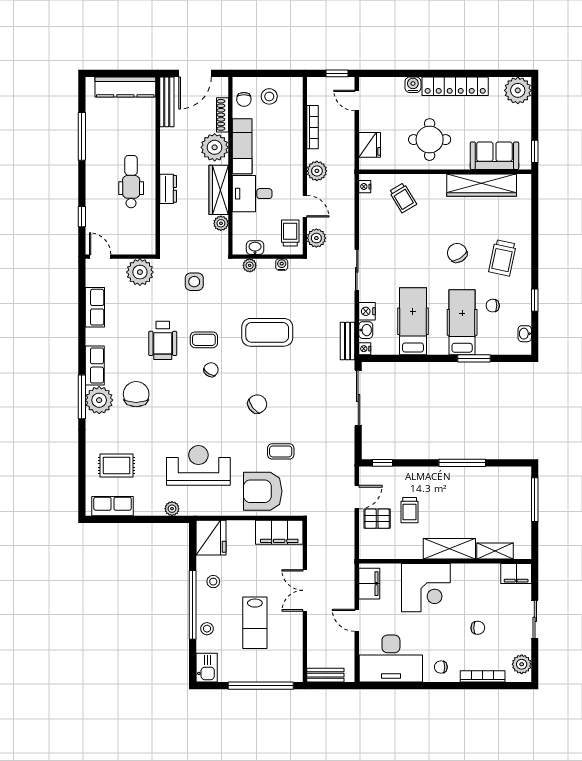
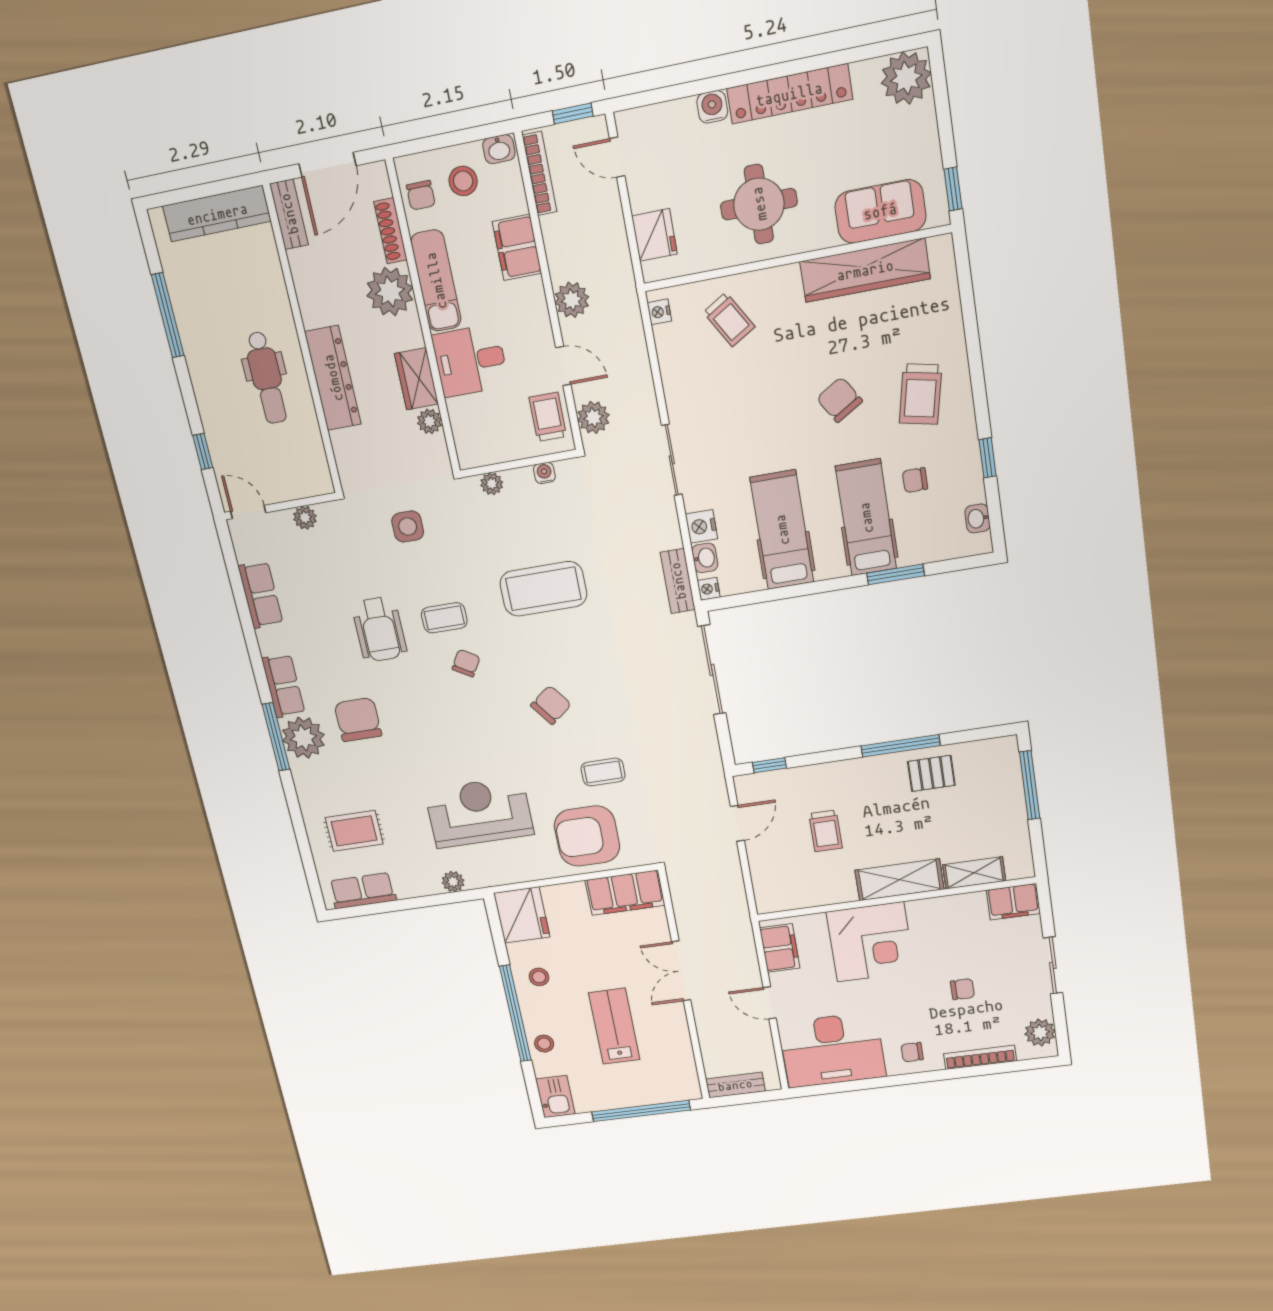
bench: (167, 102) -> (289, 214), width x0.73
bookcase: (312, 127) -> (540, 174), moved
filing cabinet: (292, 137) -> (517, 247), added
dental chair: (131, 182) -> (267, 378), turned 180
dresser: (168, 189) -> (333, 378), width x1.96, depth x1.24
wardrobe: (219, 190) -> (416, 379), width x0.67
washbasin: (255, 248) -> (499, 149), moved, turned 180
plant: (140, 272) -> (305, 518), width x0.53, depth x0.53
pallet: (377, 519) -> (931, 773), moved
lab bench: (255, 623) -> (614, 1026), turned 180

